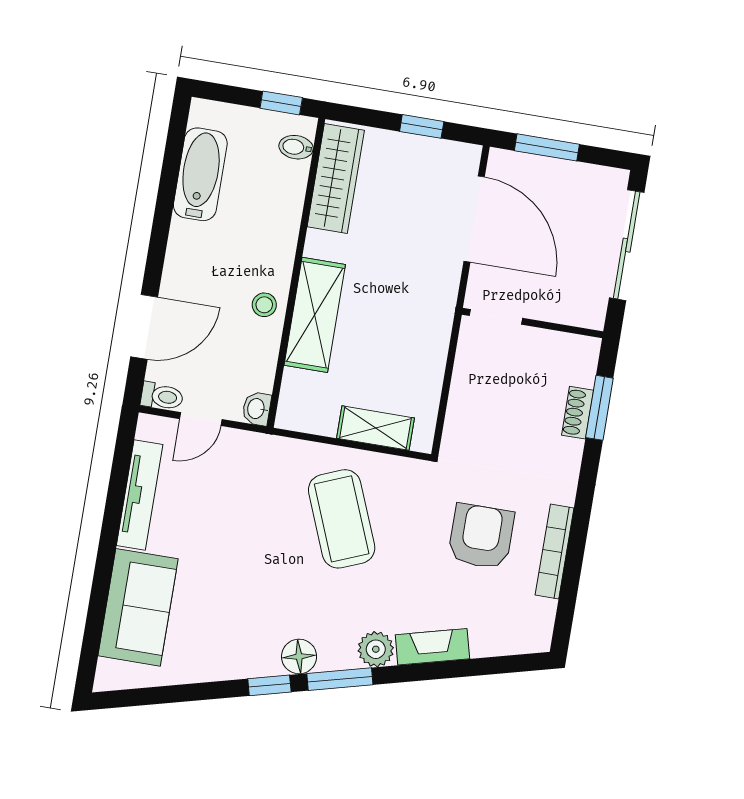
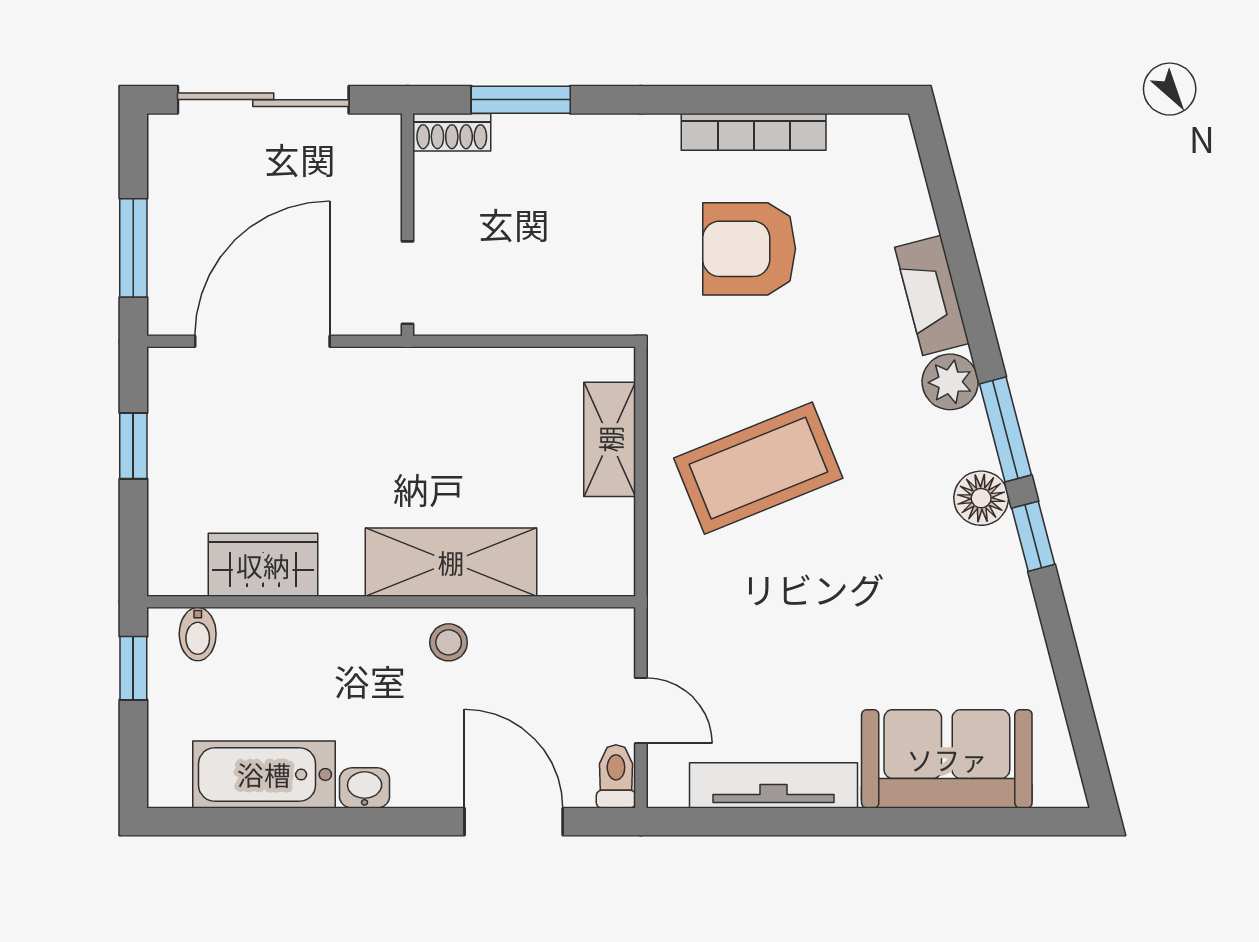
wardrobe: (336, 179) -> (263, 565), width x0.67
washbasin: (257, 409) -> (365, 788), moved, turned 180
shoe rack: (578, 413) -> (452, 132), moved

